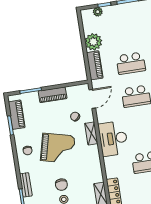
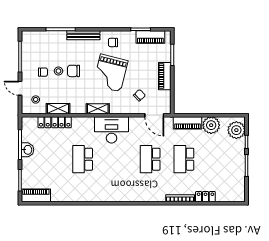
plant: (98, 12) -> (236, 130), width x1.87, depth x1.87
shelving: (91, 133) -> (98, 109), moved
bench: (26, 185) -> (83, 35), width x1.36

